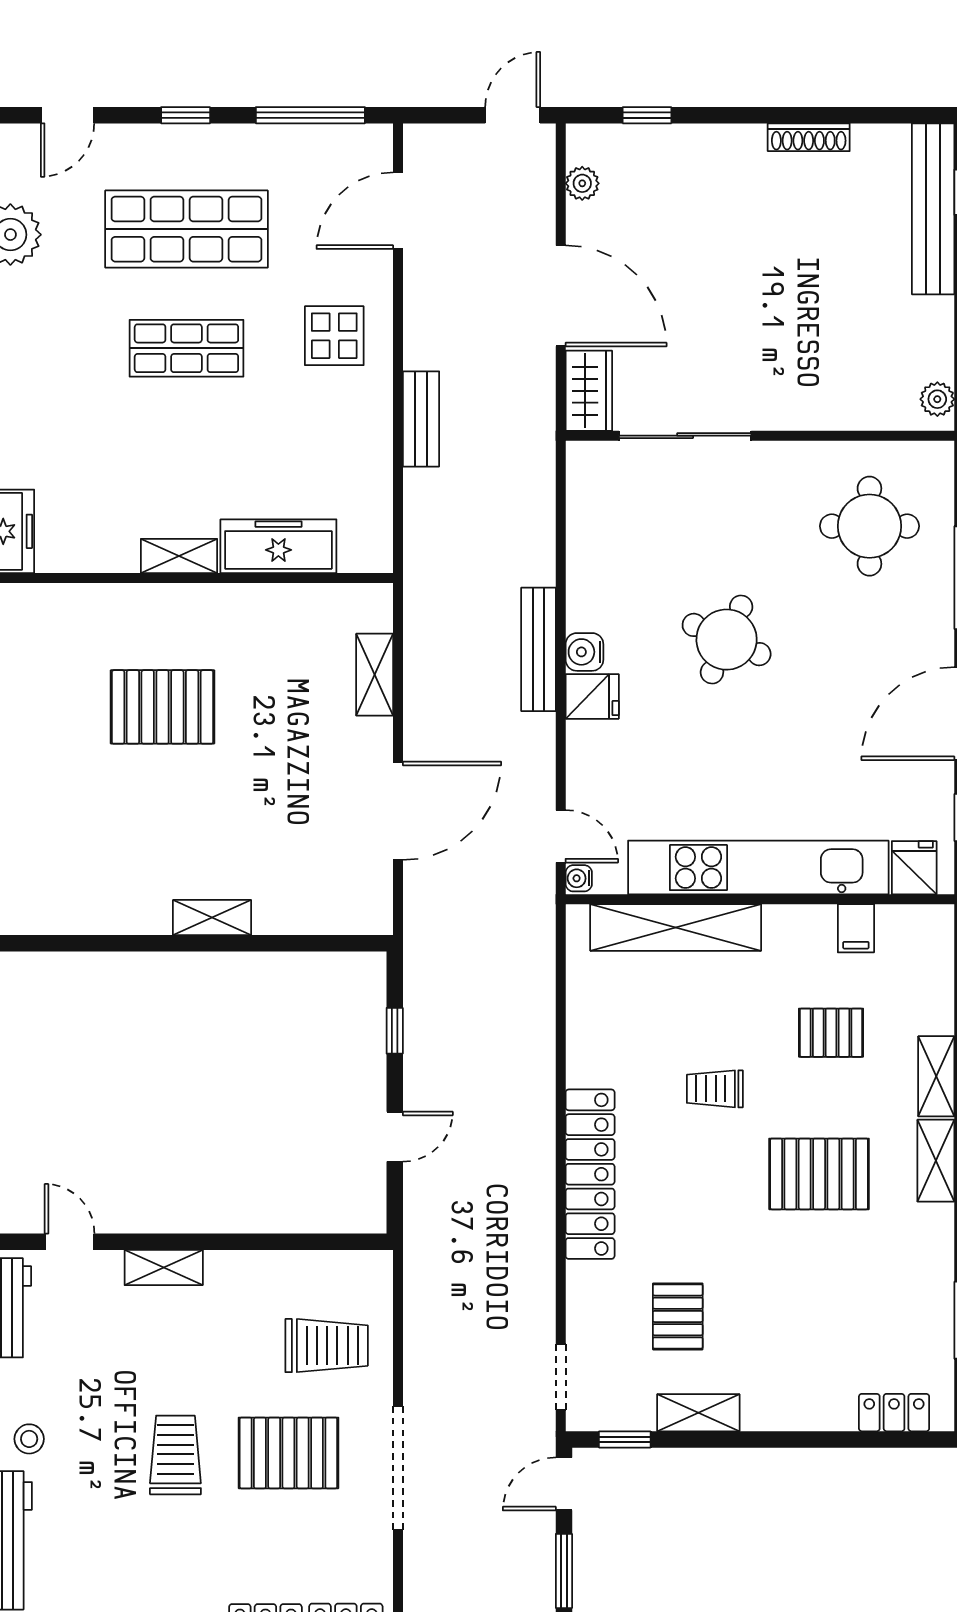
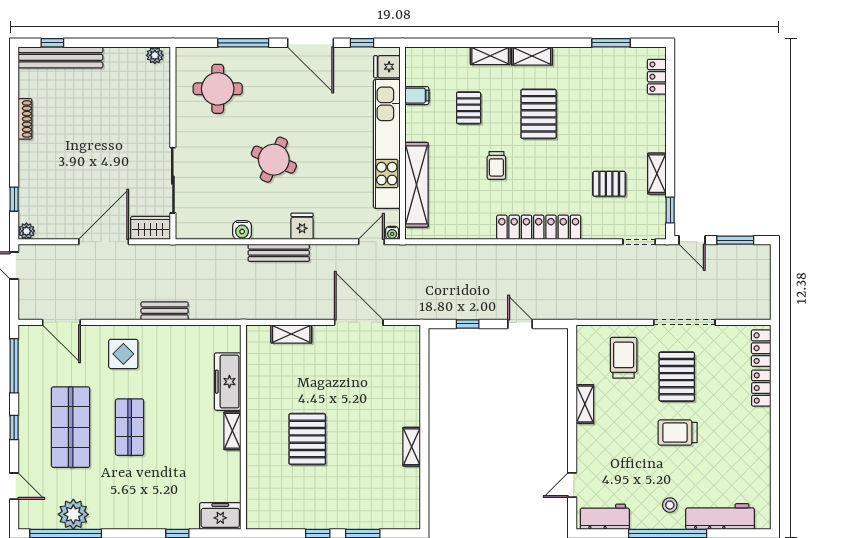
plant: (582, 183) -> (26, 231), moved
water cooler: (584, 652) -> (242, 230), moved
shelving: (212, 918) -> (412, 447), moved
shelving: (164, 1268) -> (585, 404), moved

